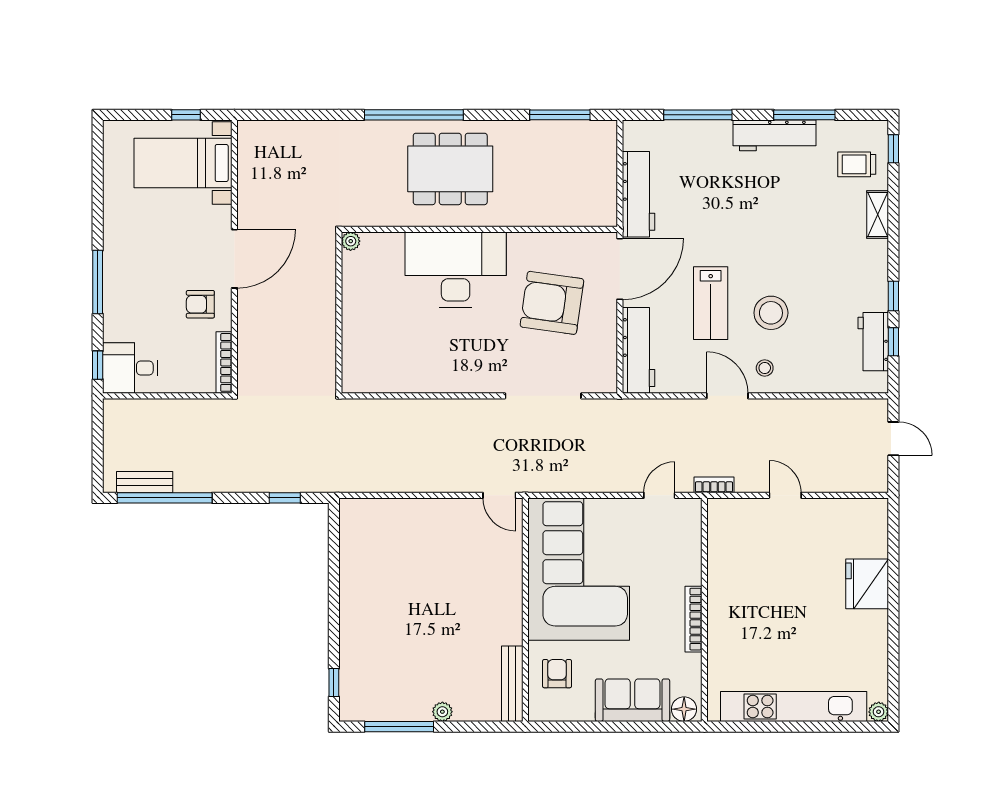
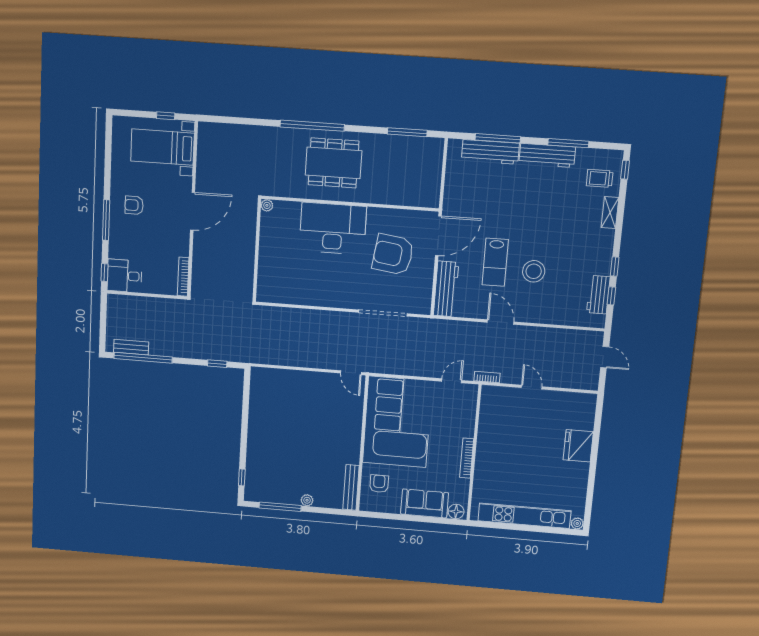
workbench: (638, 194) -> (490, 152), moved, turned 90
armchair: (200, 304) -> (134, 205), moved
stool: (765, 368) -> (526, 306), removed

